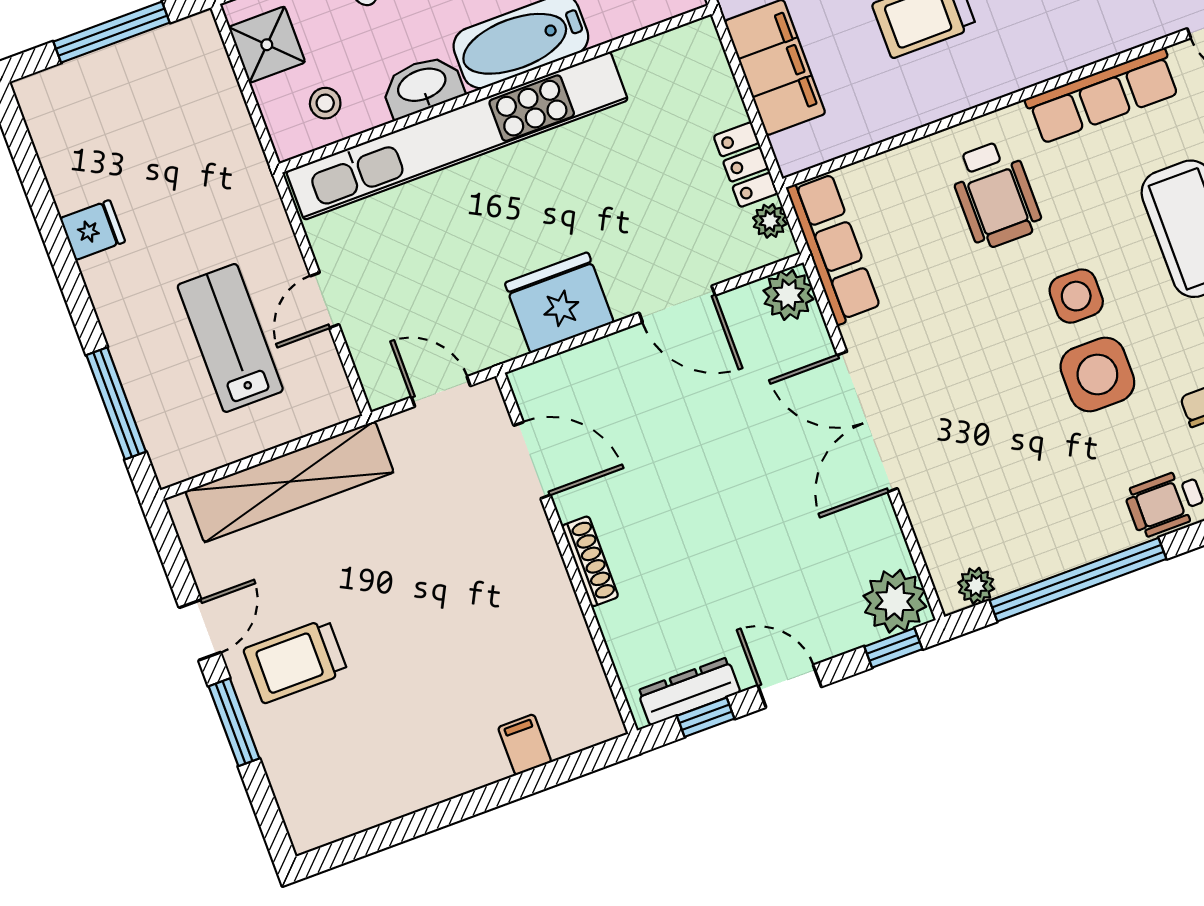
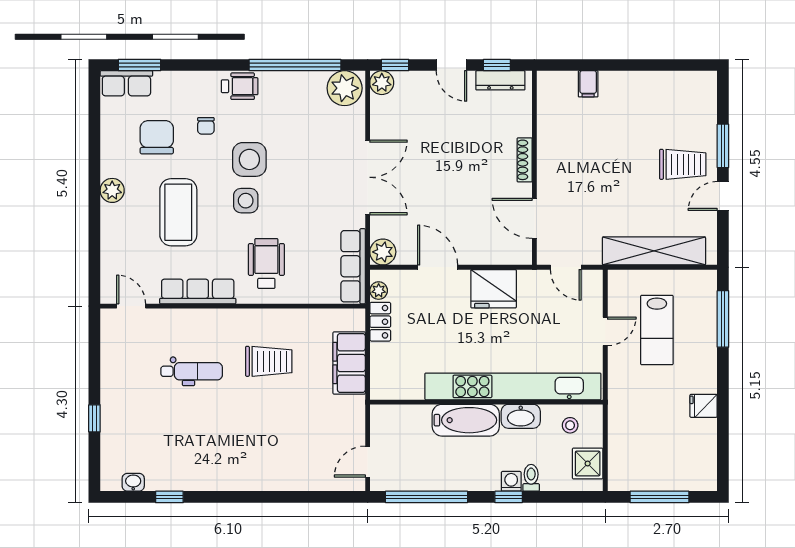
plant: (976, 586) -> (345, 88), width x1.88, depth x1.88
plant: (895, 601) -> (382, 83), width x0.73, depth x0.73

